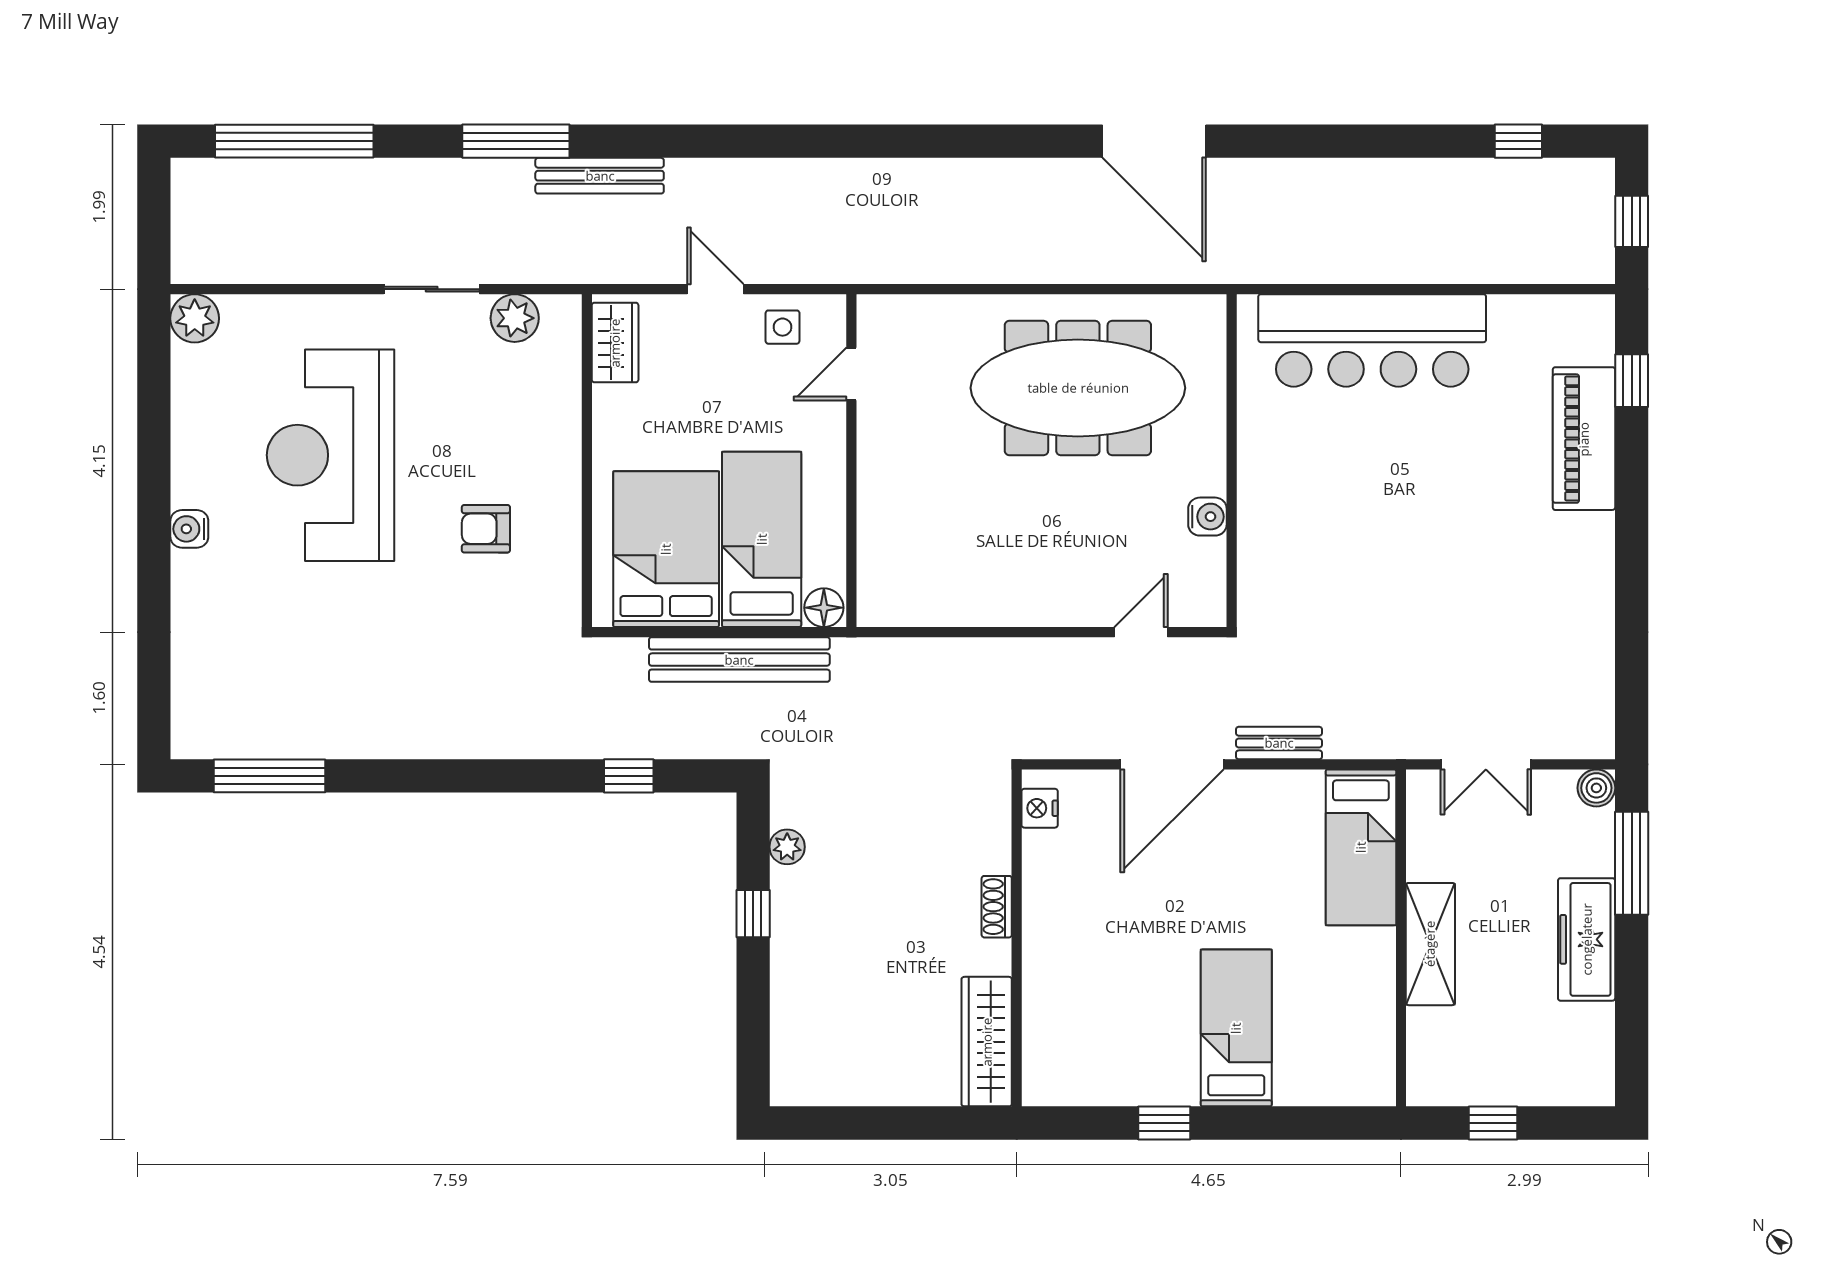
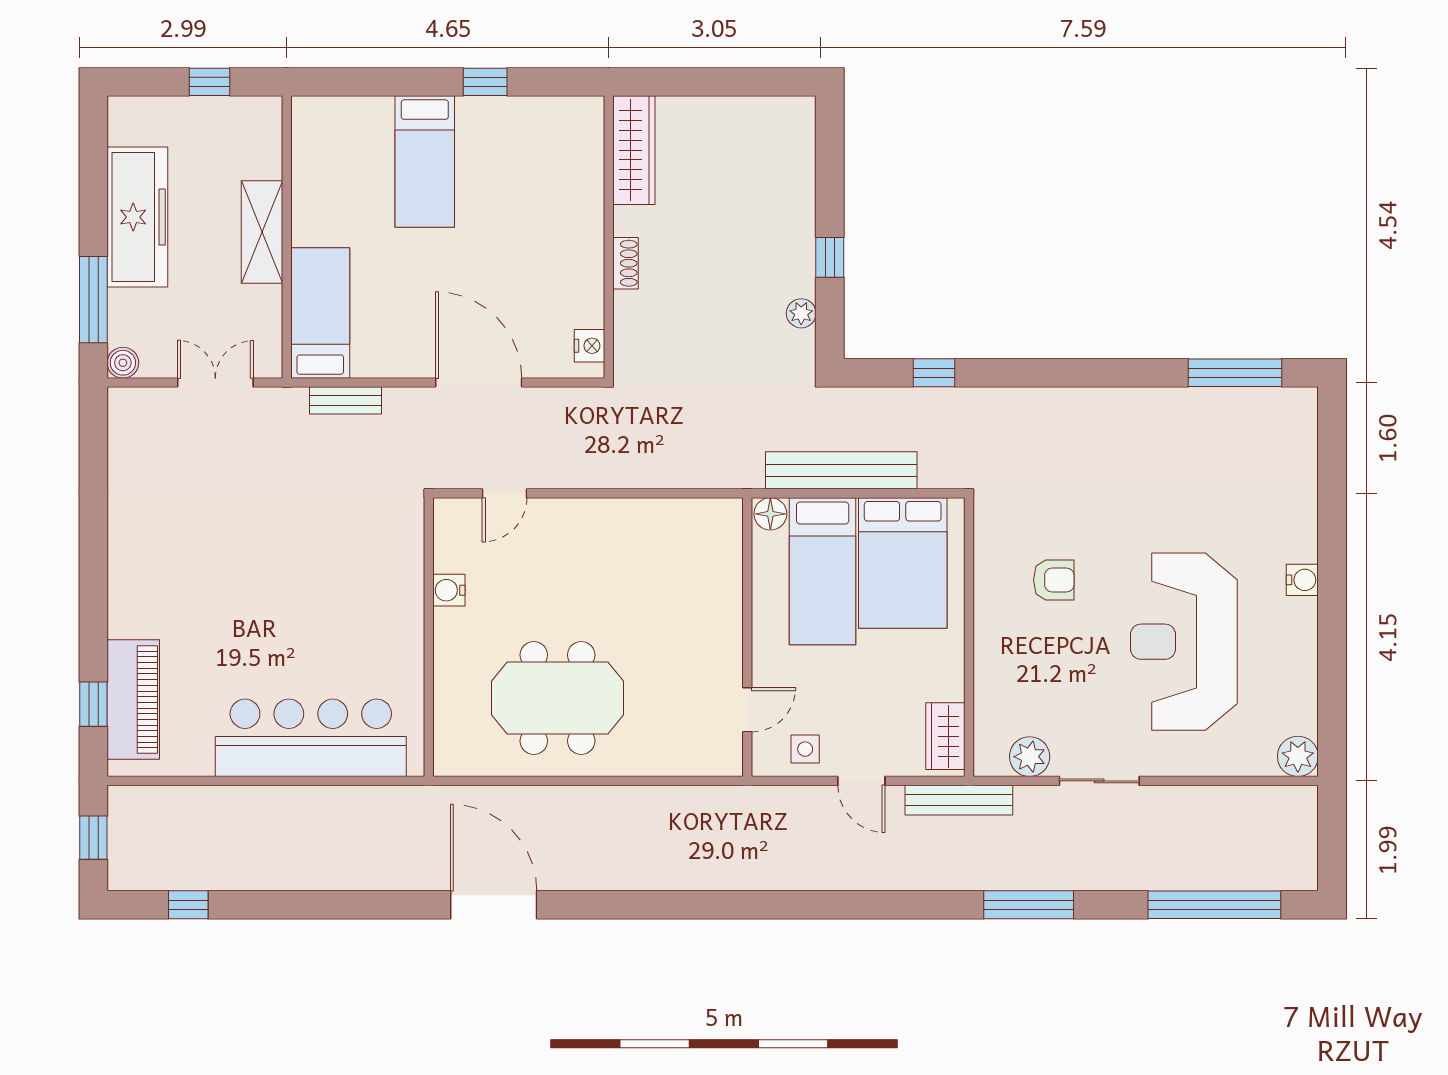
bench: (600, 176) -> (959, 800), moved
meeting table: (1078, 388) -> (557, 698), width x0.73
piano: (1584, 439) -> (133, 700), moved
reception desk: (331, 455) -> (1184, 642), turned 180
bench: (1279, 743) -> (345, 400), moved
door: (1172, 764) -> (479, 383), hinge flipped
freezer: (1587, 939) -> (137, 217), width x1.36, depth x1.26

